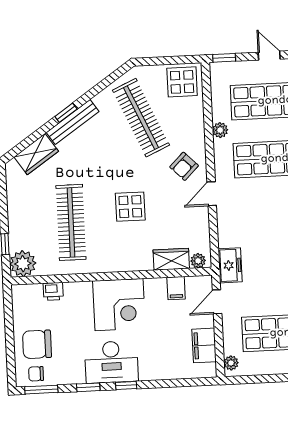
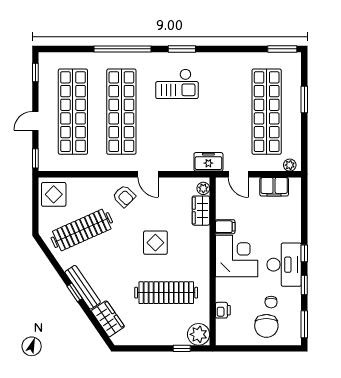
plant: (220, 130) -> (95, 165), removed
filing cabinet: (176, 288) -> (225, 227), moved
chair: (36, 374) -> (271, 302), moved

